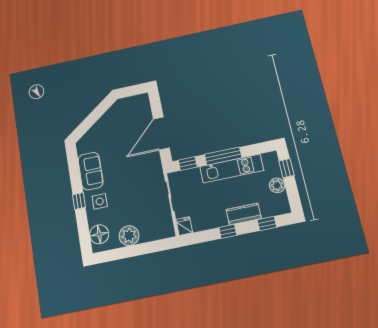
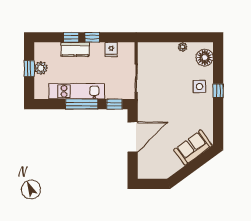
window: (286, 168) -> (29, 69), moved
sofa: (91, 171) -> (193, 148), moved, turned 54
window: (267, 223) -> (71, 37), moved
fridge: (184, 226) -> (111, 49), moved
plant: (129, 236) -> (183, 47), width x0.53, depth x0.53

